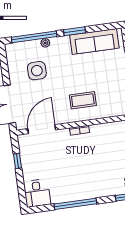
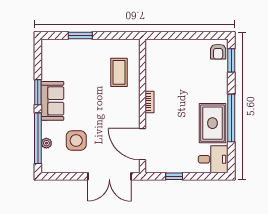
sofa: (94, 41) -> (52, 101), moved, width x0.73
plant: (45, 43) -> (46, 143), moved
coffee table: (83, 100) -> (119, 72), moved
rug: (69, 188) -> (212, 123), added

